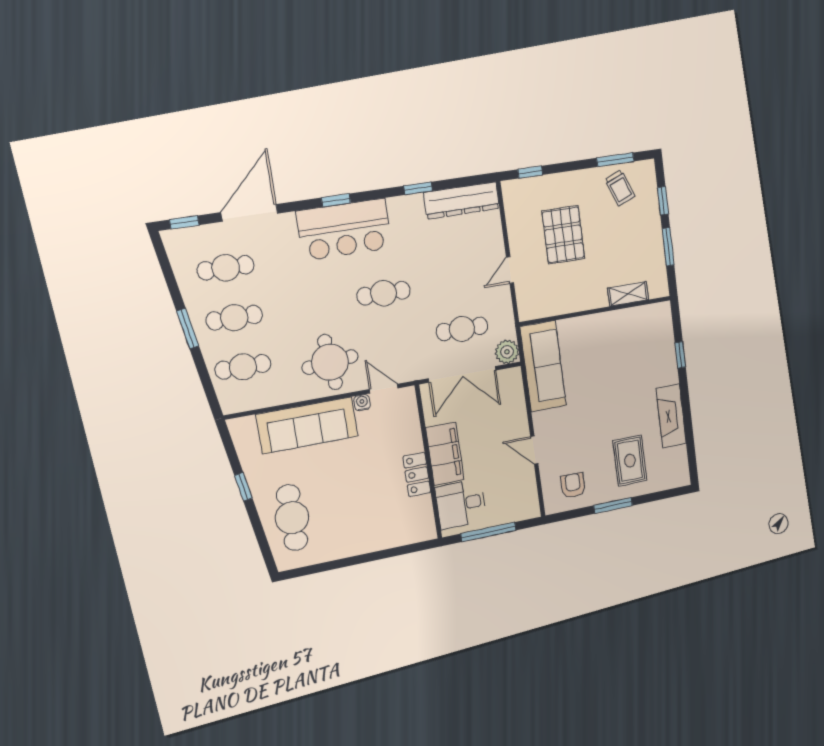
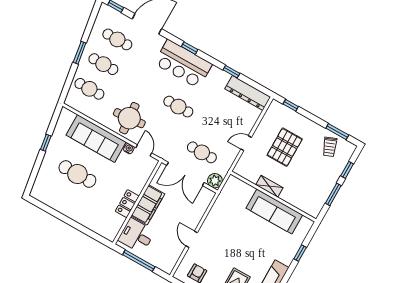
shelving: (628, 294) -> (269, 186), moved
sofa: (543, 366) -> (274, 211), moved, turned 90
cafe table: (292, 518) -> (77, 174), moved, turned 90

